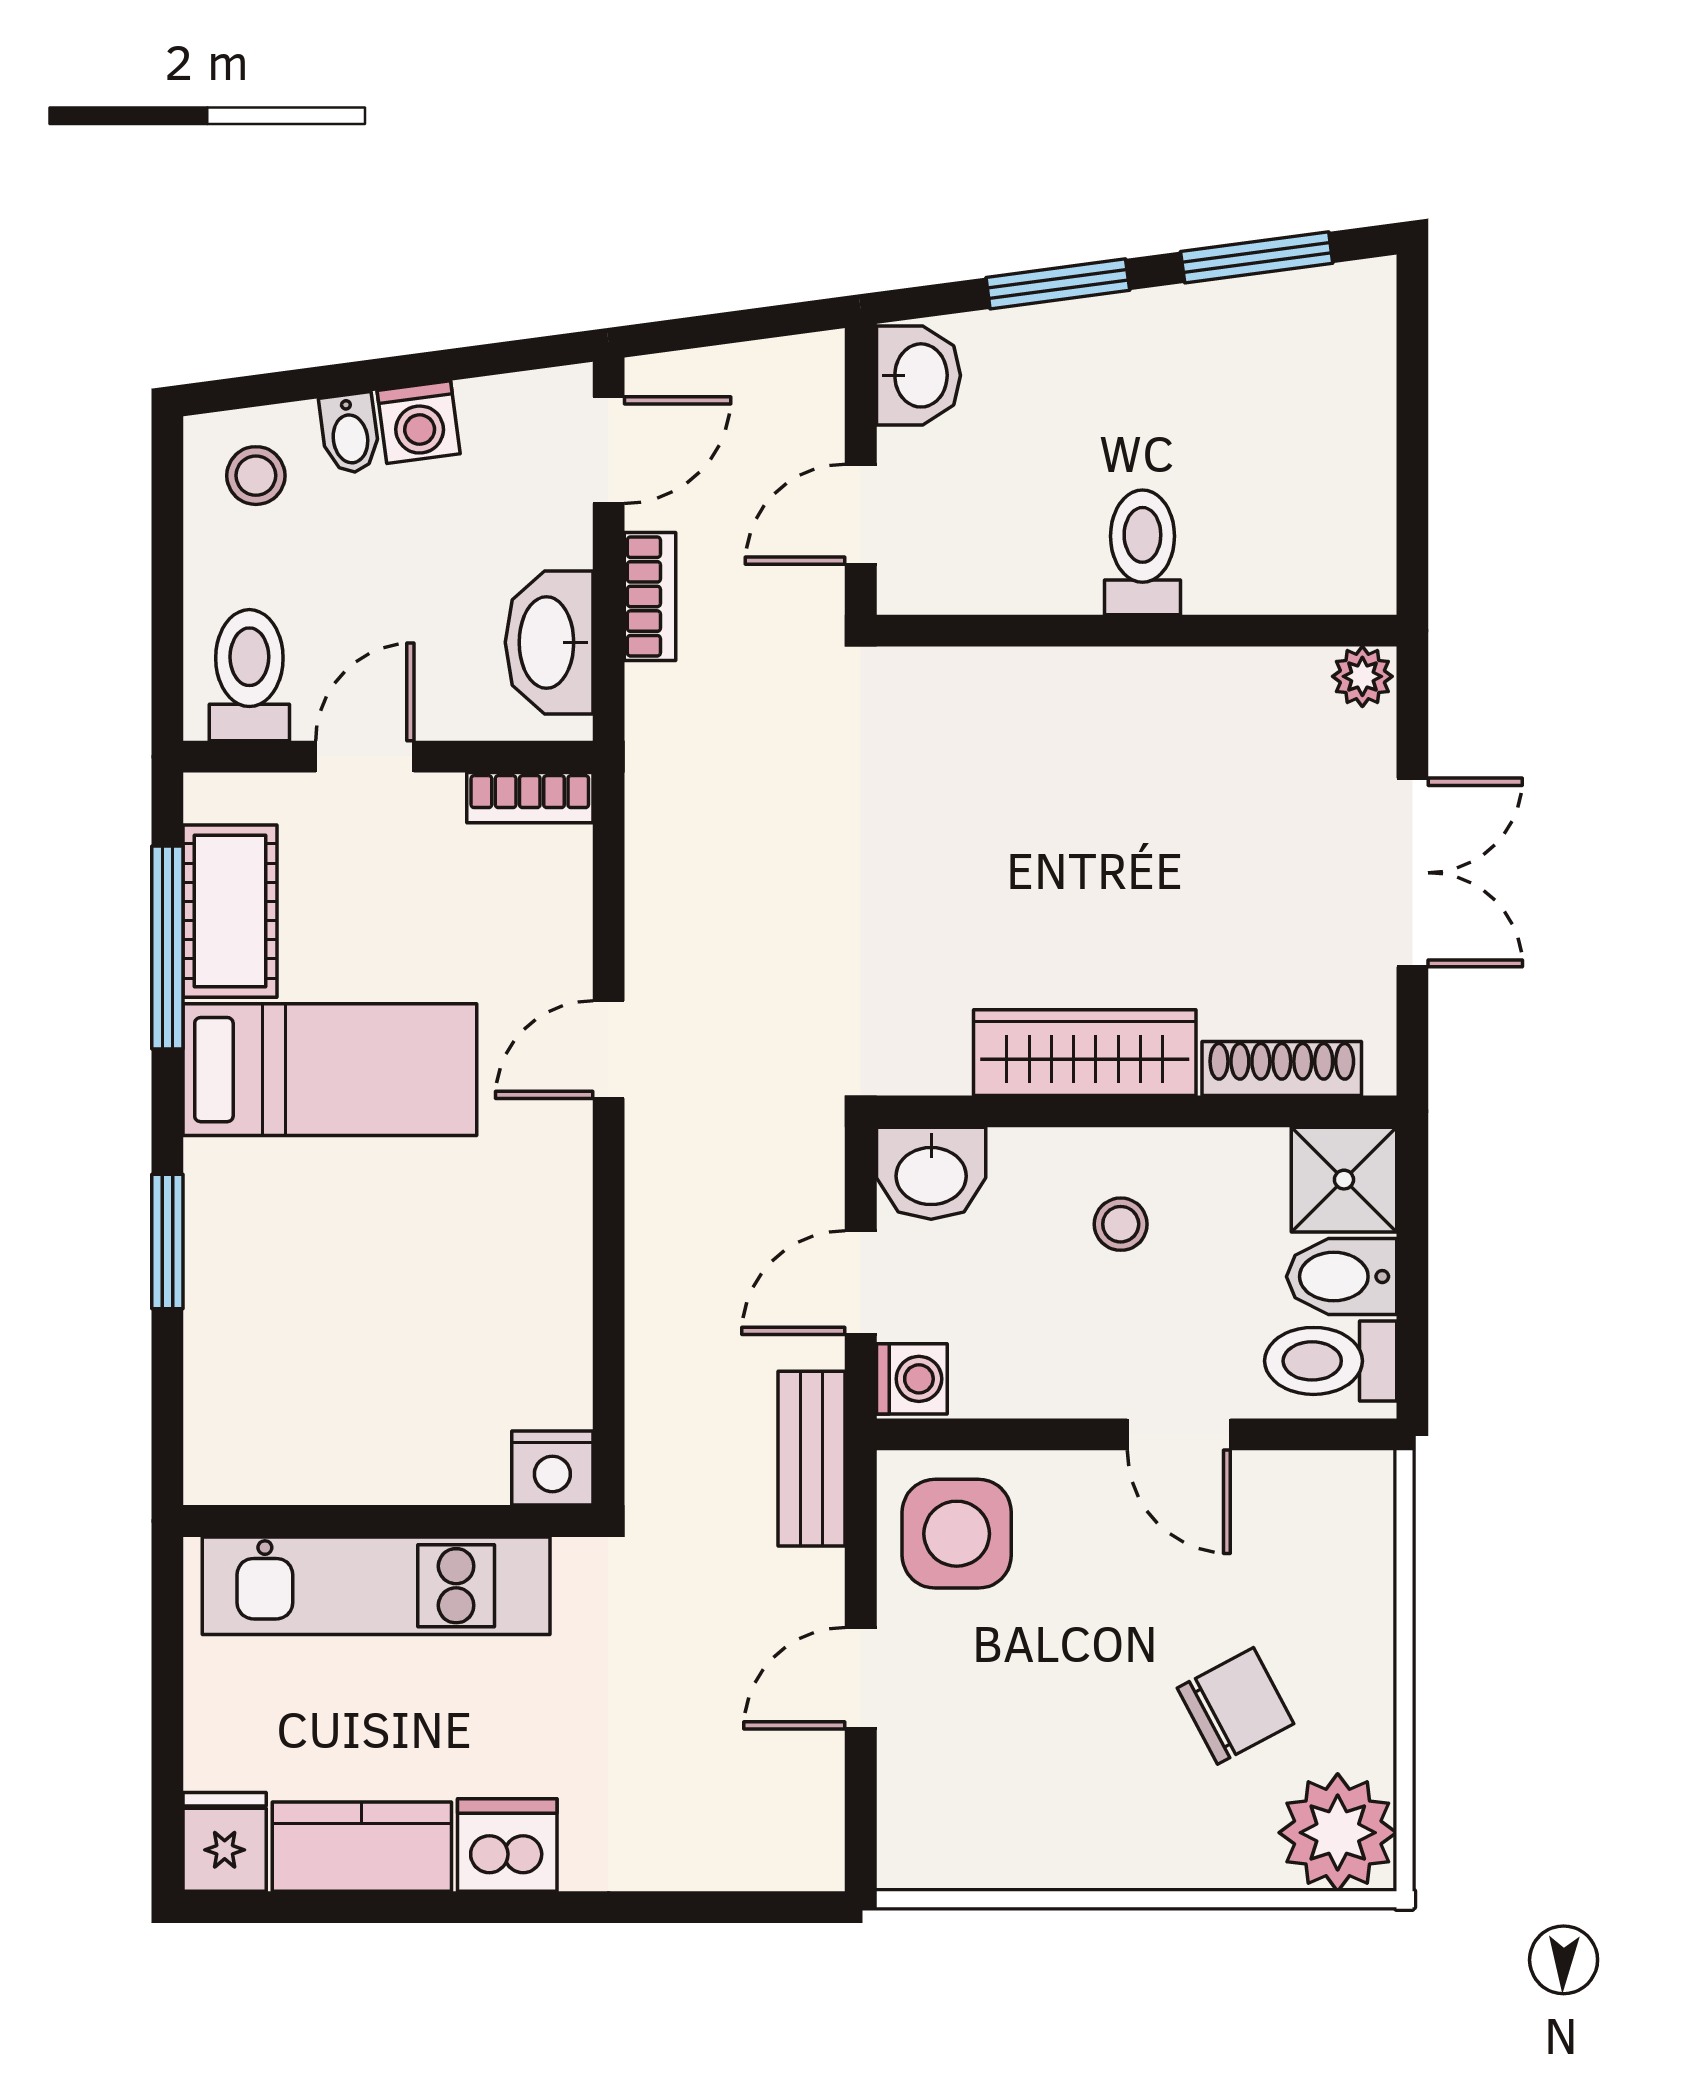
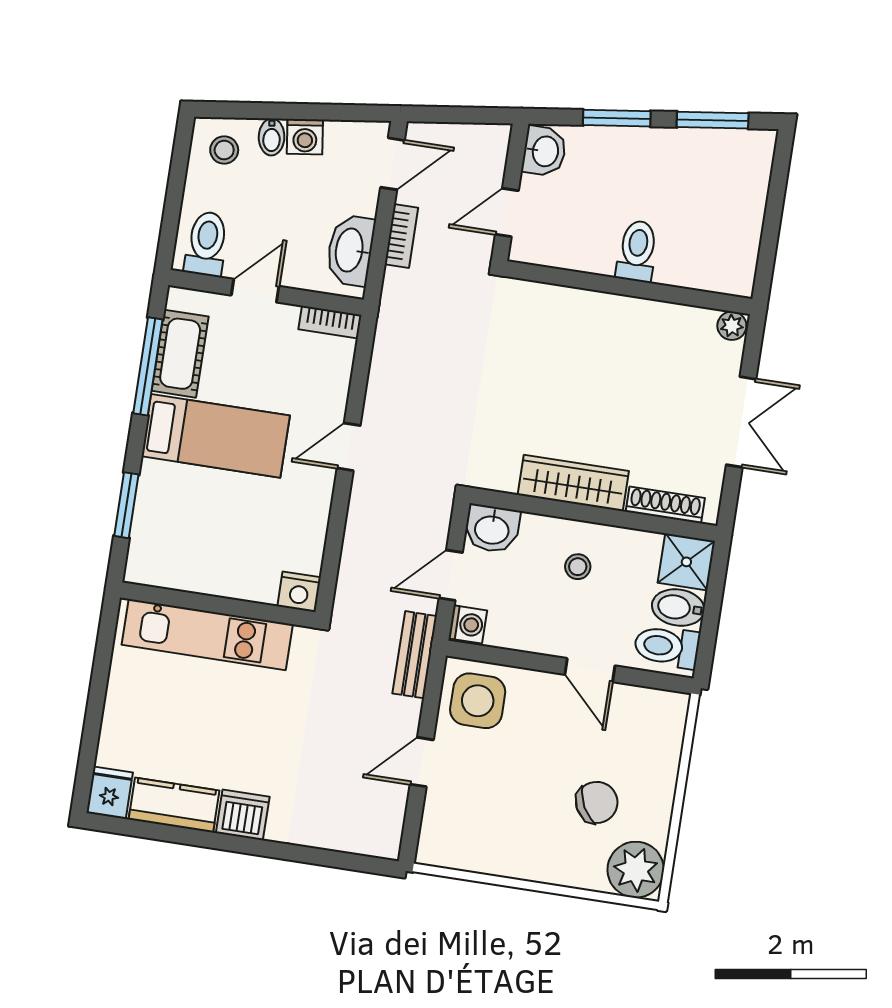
nightstand: (552, 1468) -> (299, 592), moved
wall: (388, 1521) -> (218, 605), moved
kitchen unit: (376, 1586) -> (207, 635), moved

